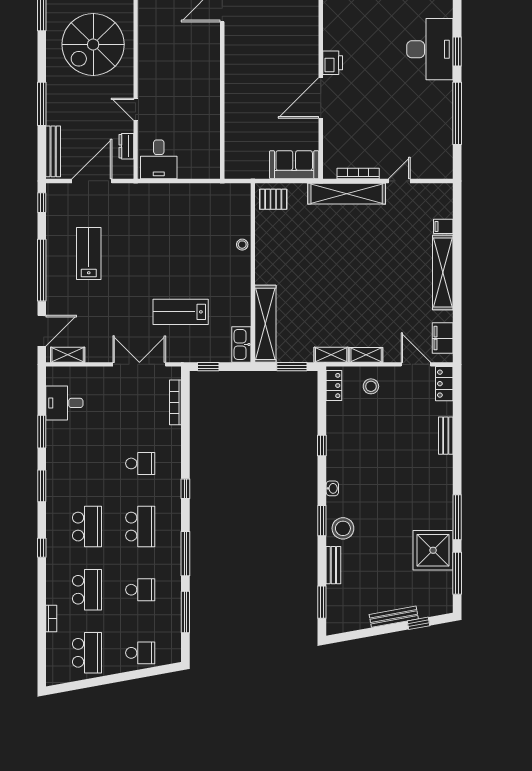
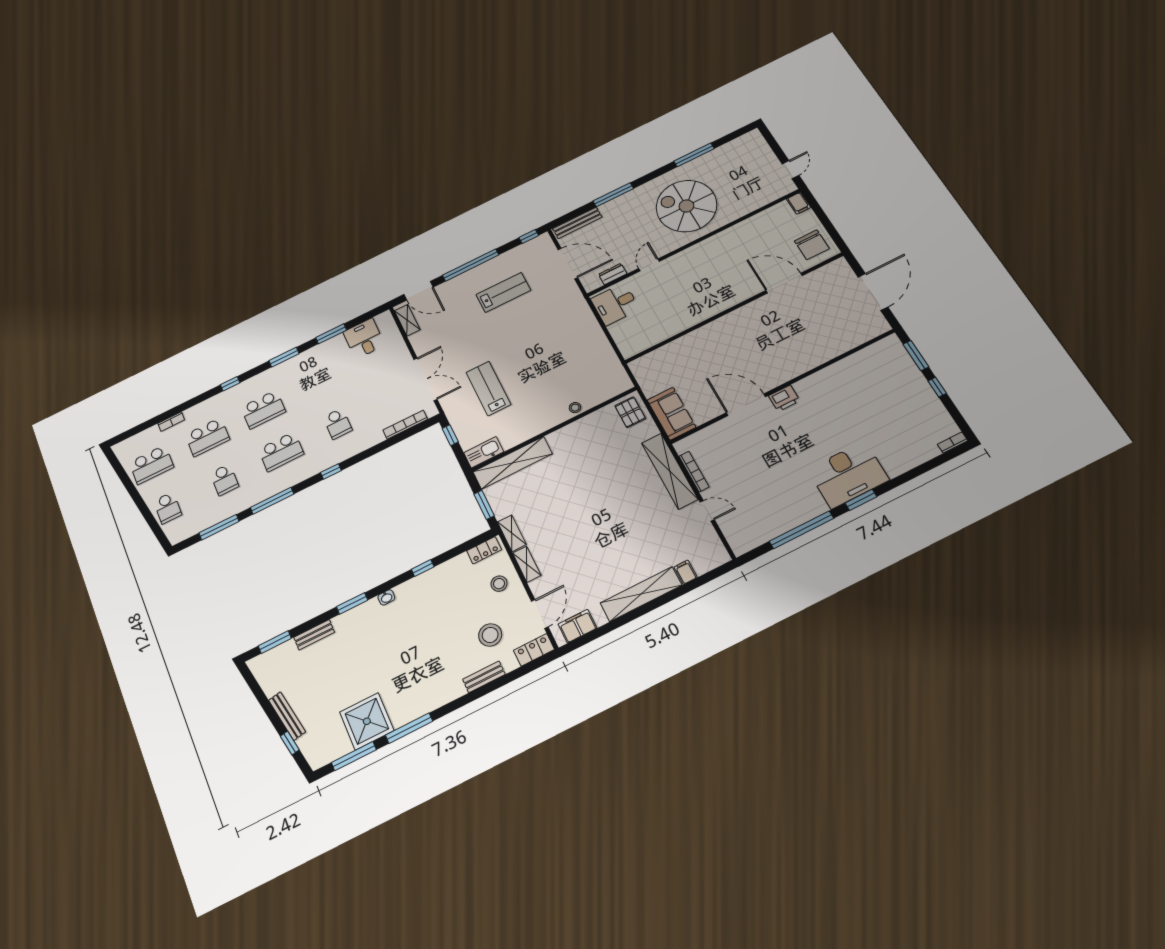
stool: (343, 528) -> (490, 635), moved

